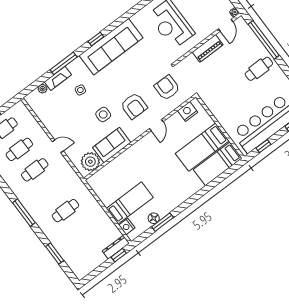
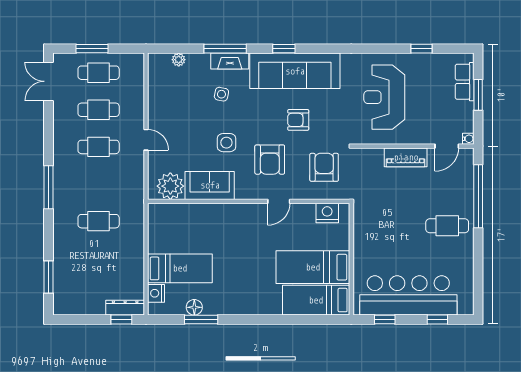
armchair: (133, 72) -> (298, 120), added
fireplace: (58, 78) -> (230, 61), moved
window: (55, 253) -> (49, 277), moved

